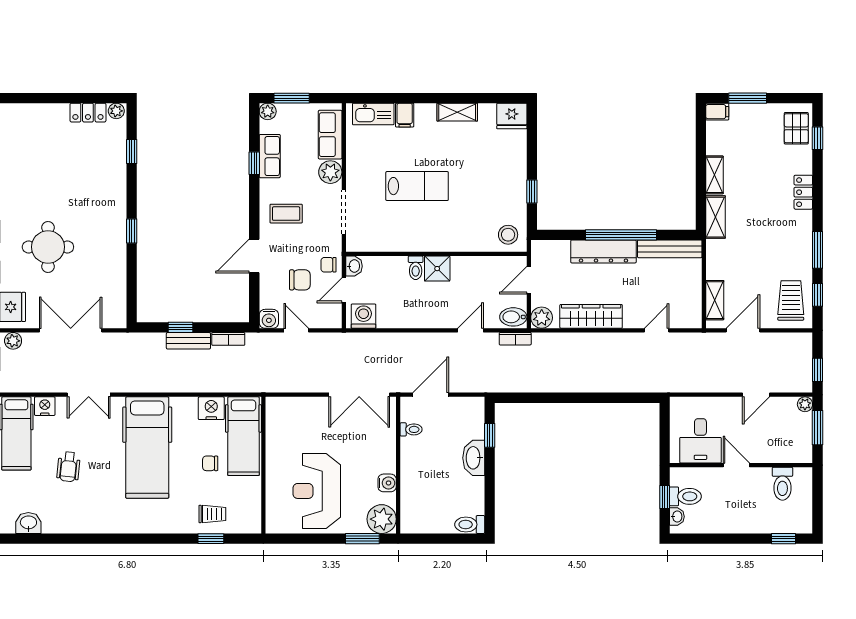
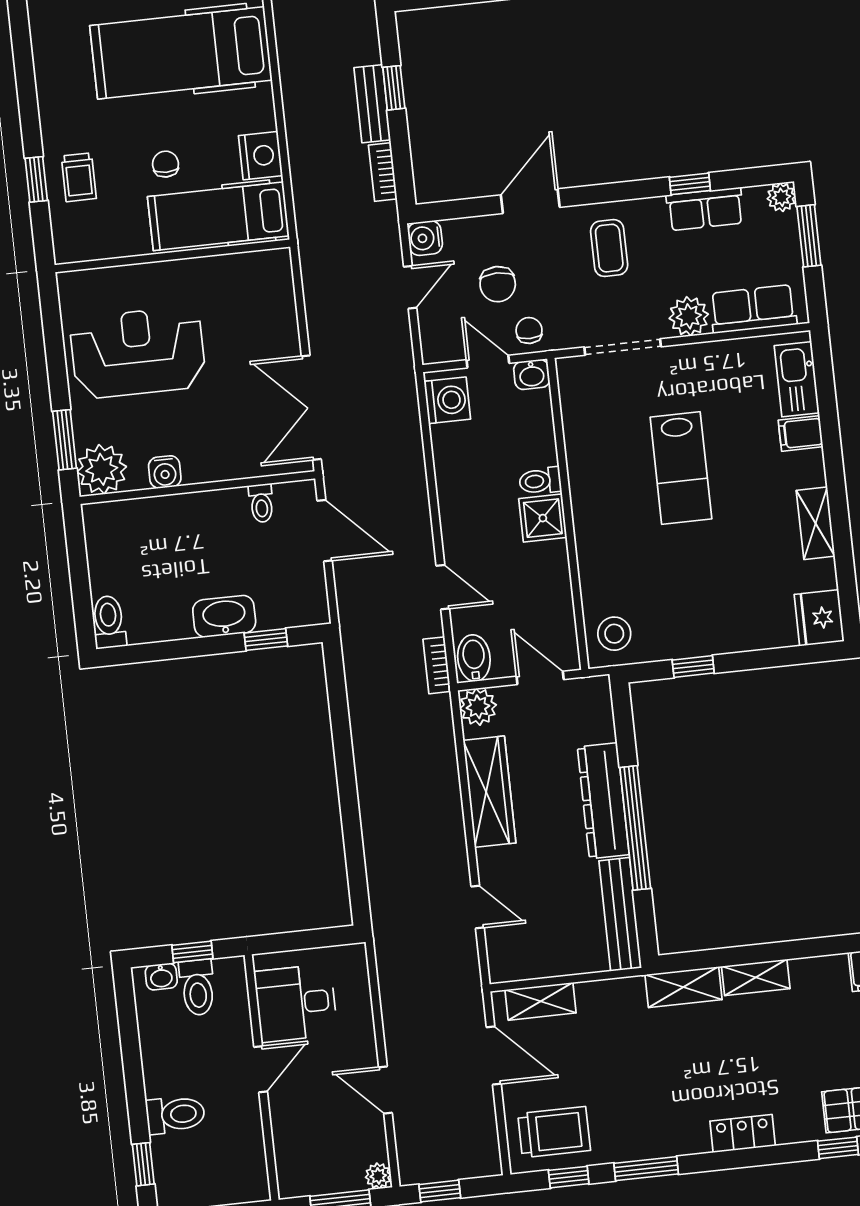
door: (254, 256) -> (530, 201), hinge flipped
toilet: (782, 484) -> (175, 1115), moved, turned 180

